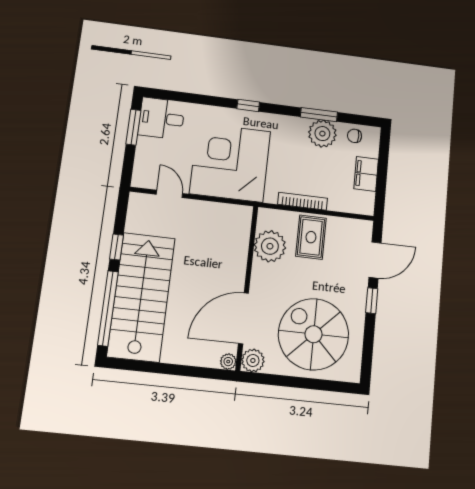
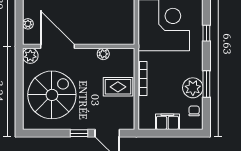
plant: (270, 246) -> (103, 54), width x0.53, depth x0.53
plant: (228, 362) -> (28, 24), moved

